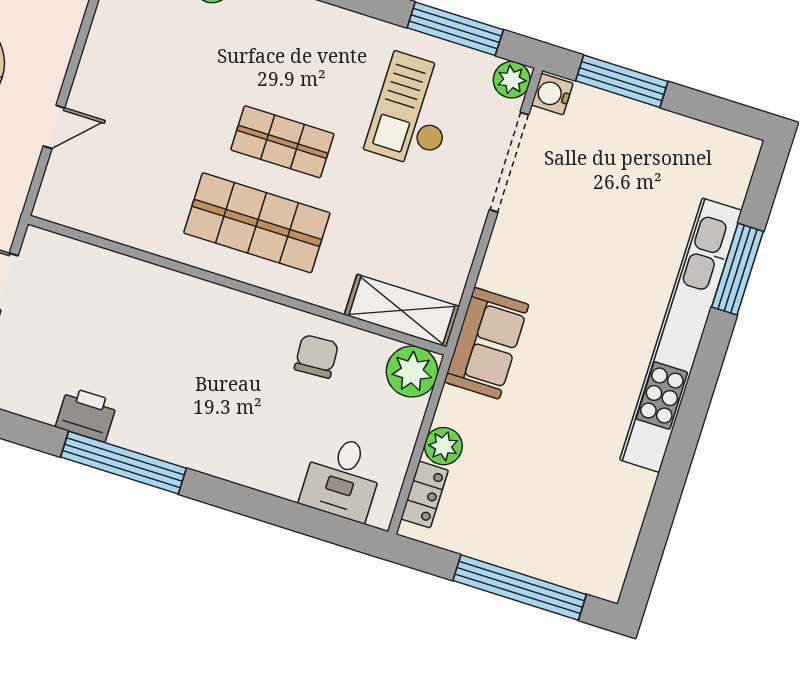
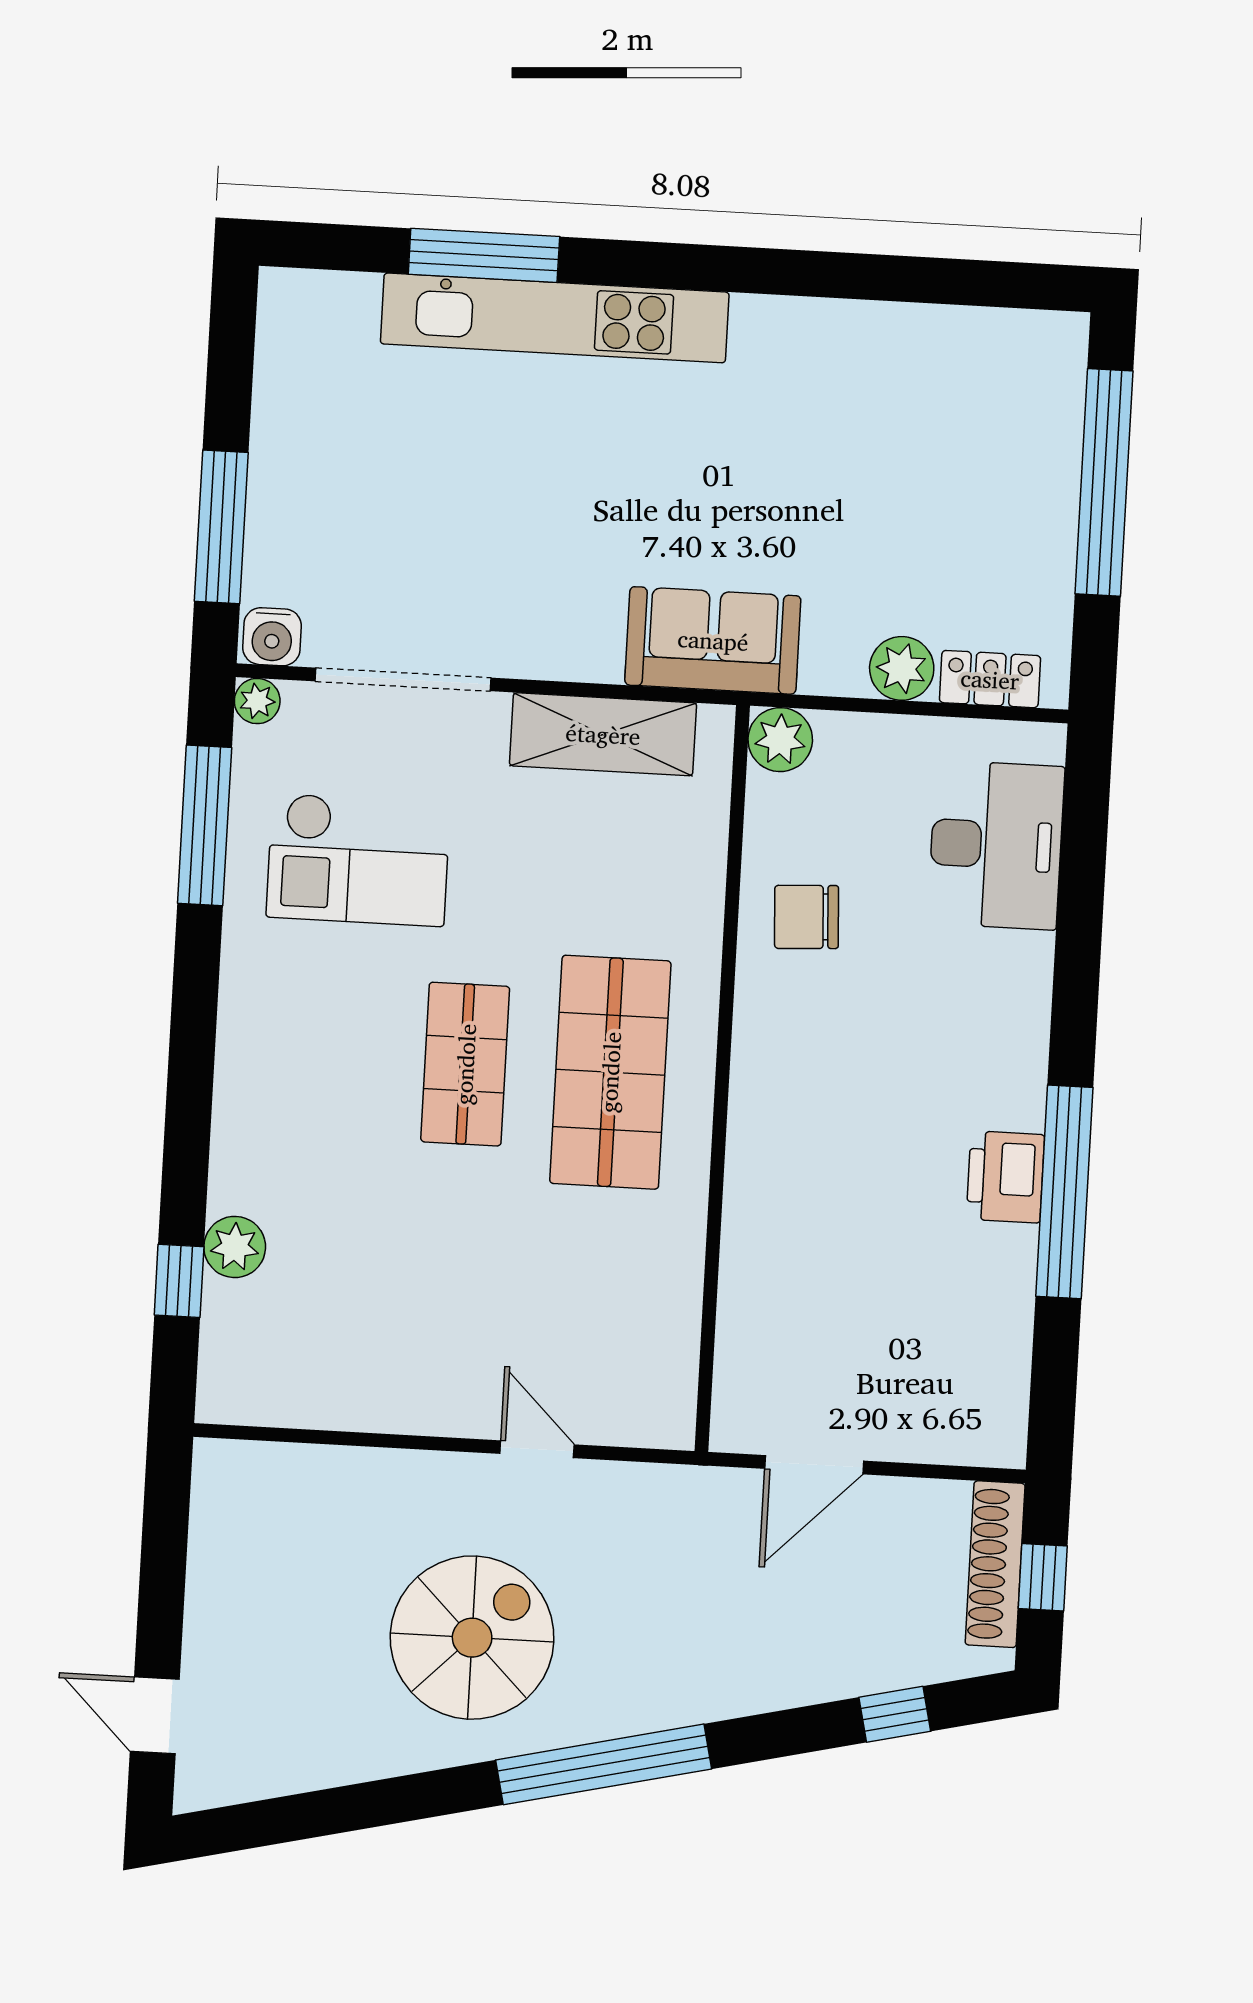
plant: (512, 80) -> (257, 701), width x0.73, depth x0.73
shelving: (402, 311) -> (603, 734), moved, turned 90
kitchen unit: (681, 335) -> (555, 318), width x0.73
plant: (412, 371) -> (780, 740), width x0.73, depth x0.73
printer: (86, 414) -> (1005, 1177), moved
desk: (342, 478) -> (996, 845), width x1.37

